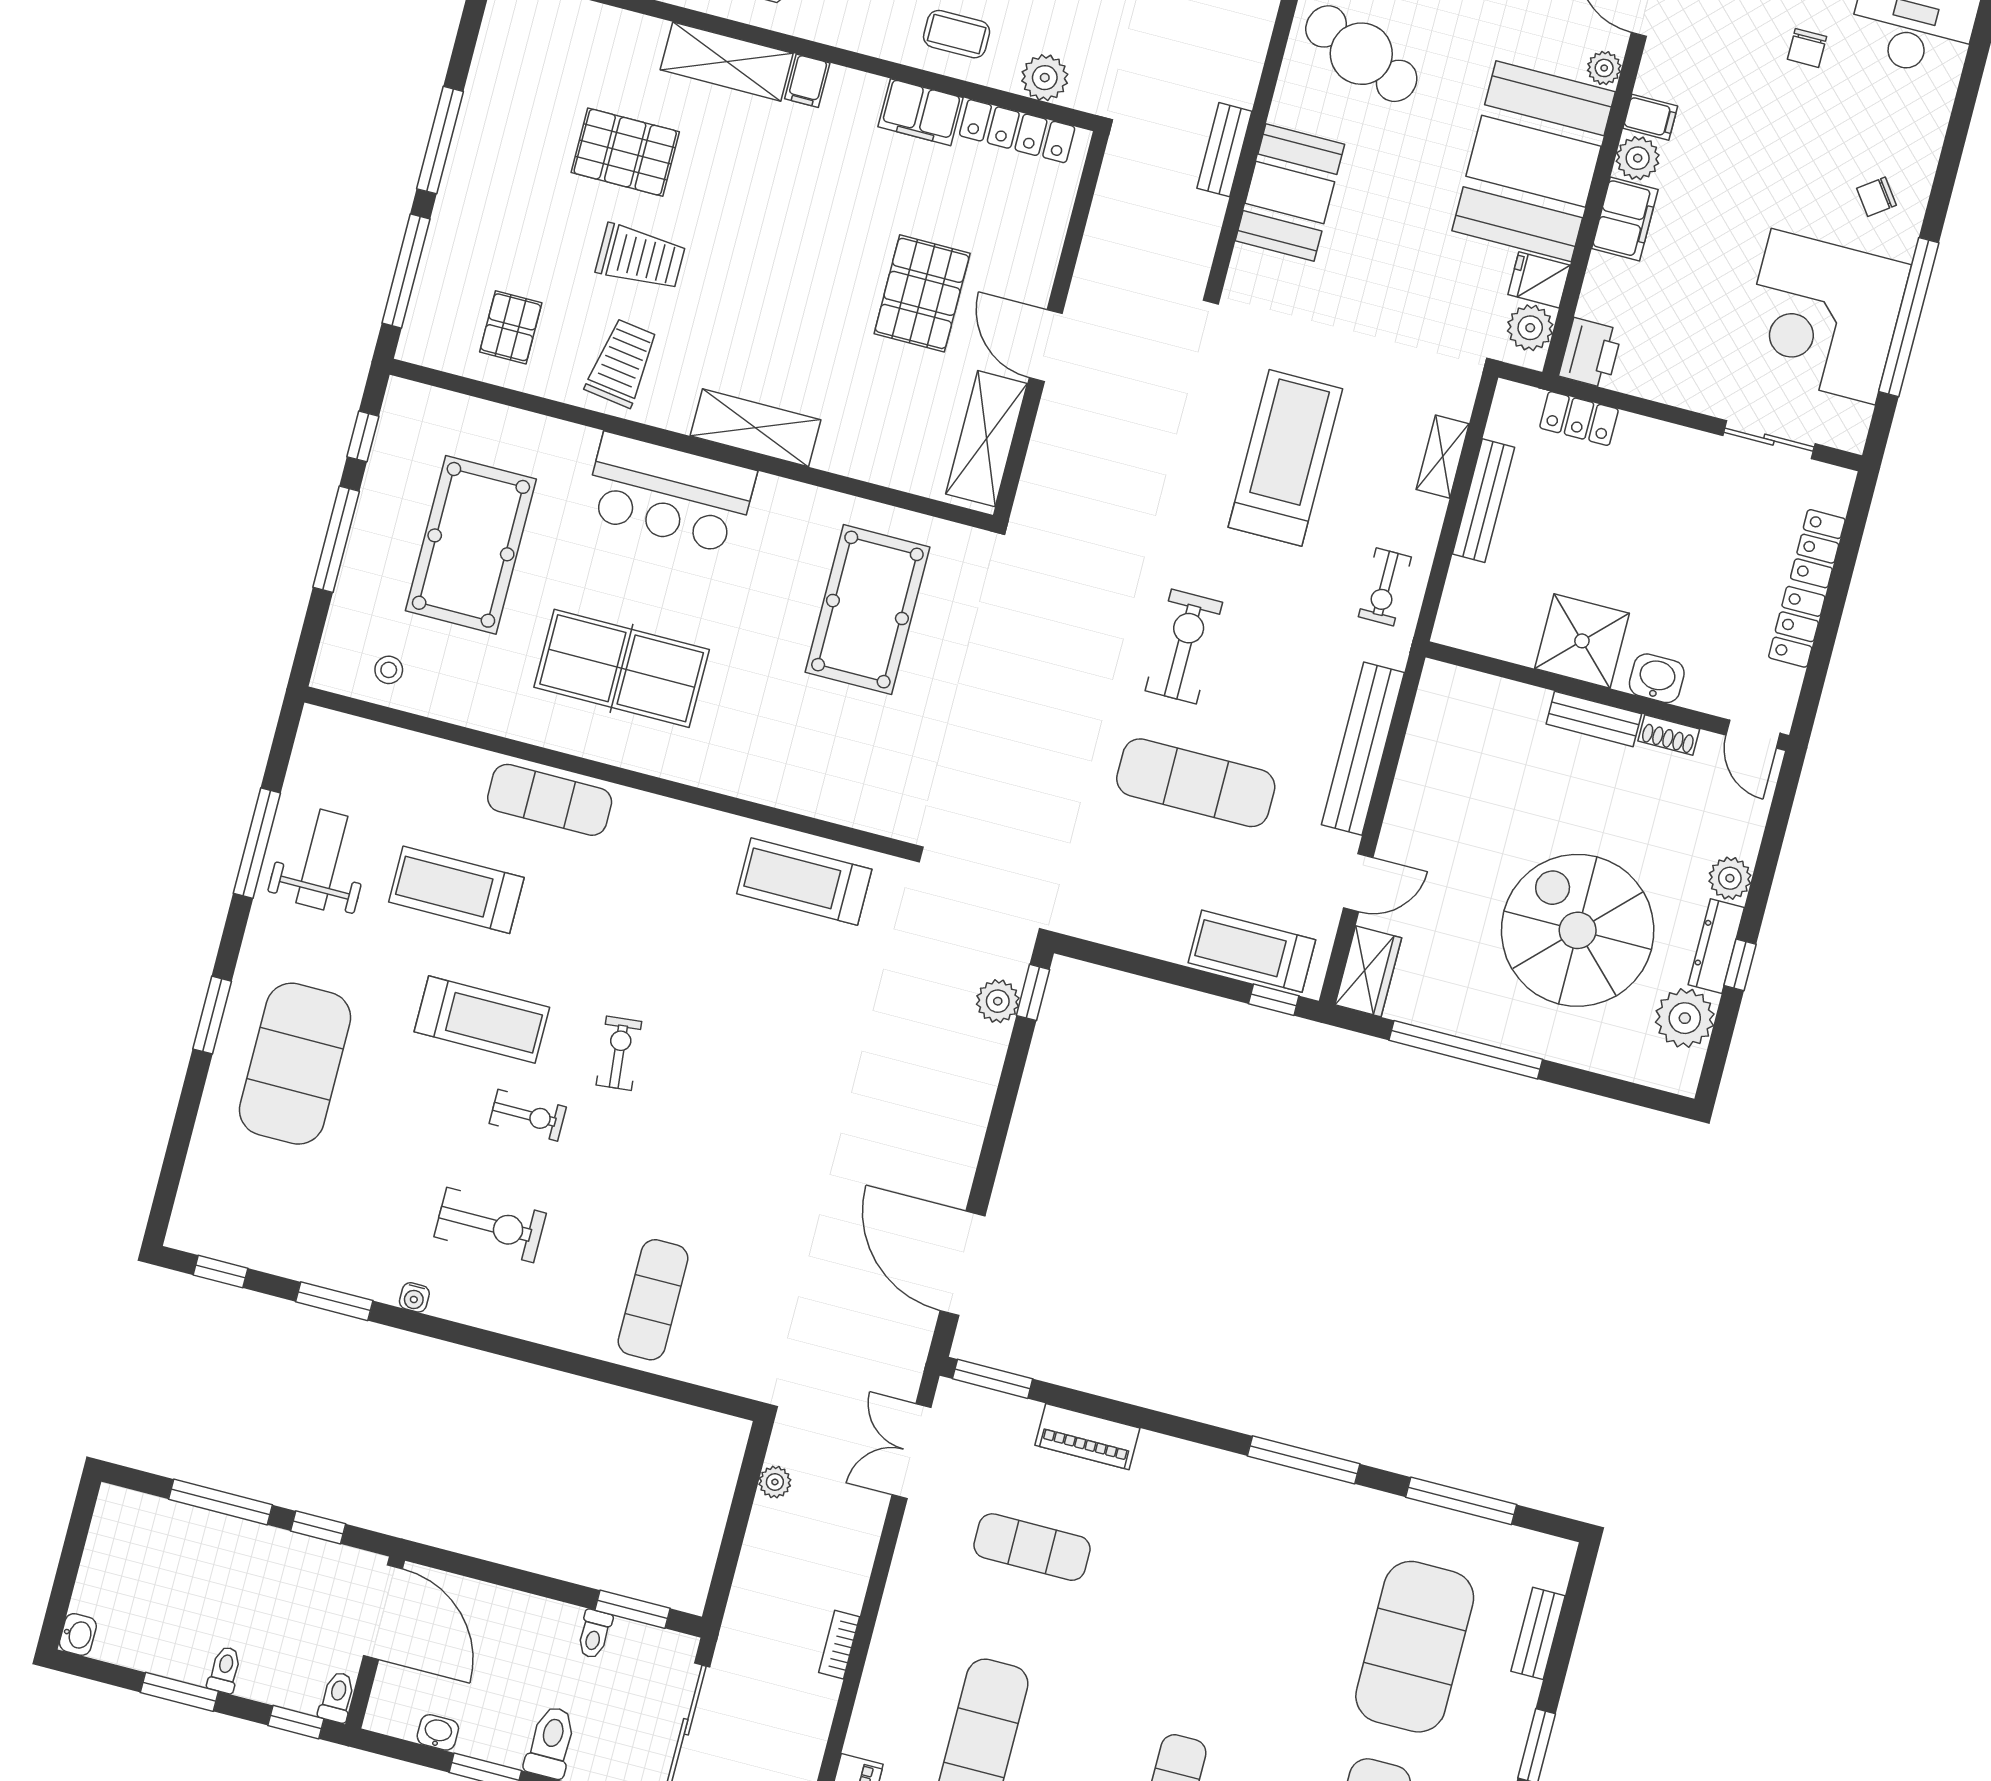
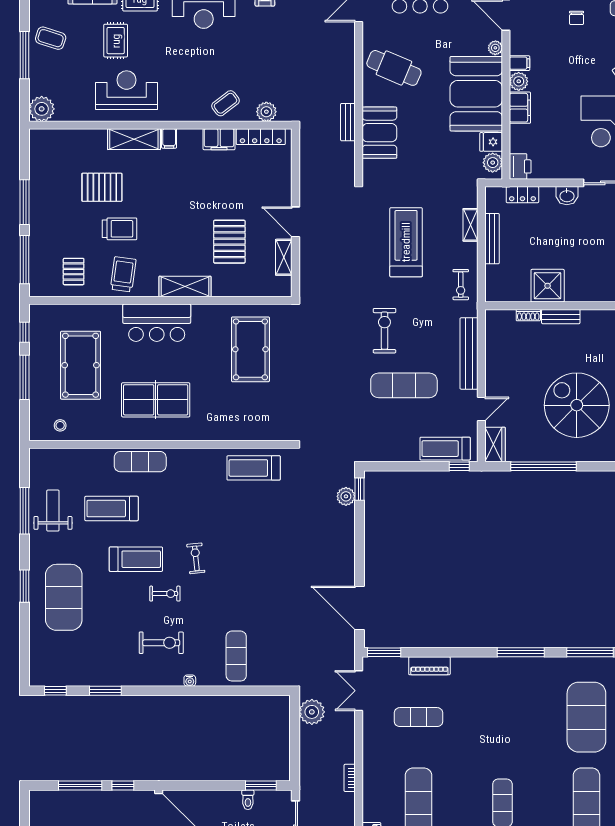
coffee table: (957, 34) -> (225, 103), turned -37
pallet: (922, 293) -> (229, 242), moved
shelving: (987, 439) -> (284, 257), width x0.67, depth x0.75
washbasin: (1657, 678) -> (567, 196), moved, turned 180
shoe rack: (1669, 735) -> (528, 315), moved
water cooler: (414, 1297) -> (190, 681), moved
plant: (775, 1482) -> (312, 712), width x1.88, depth x1.88

